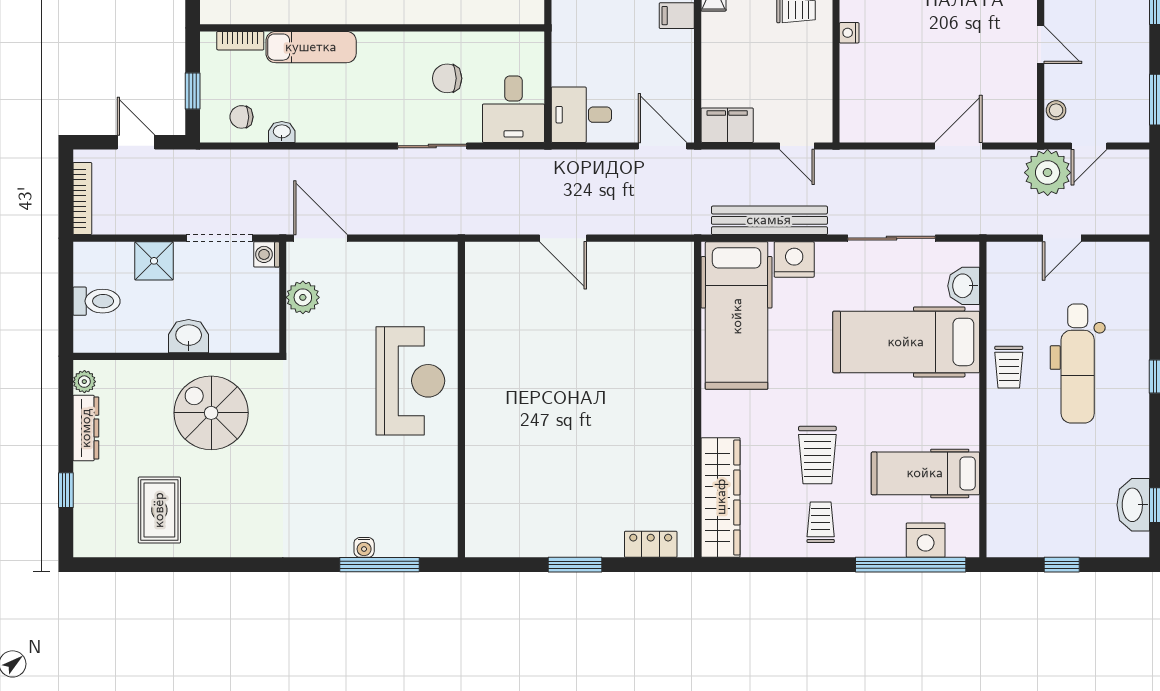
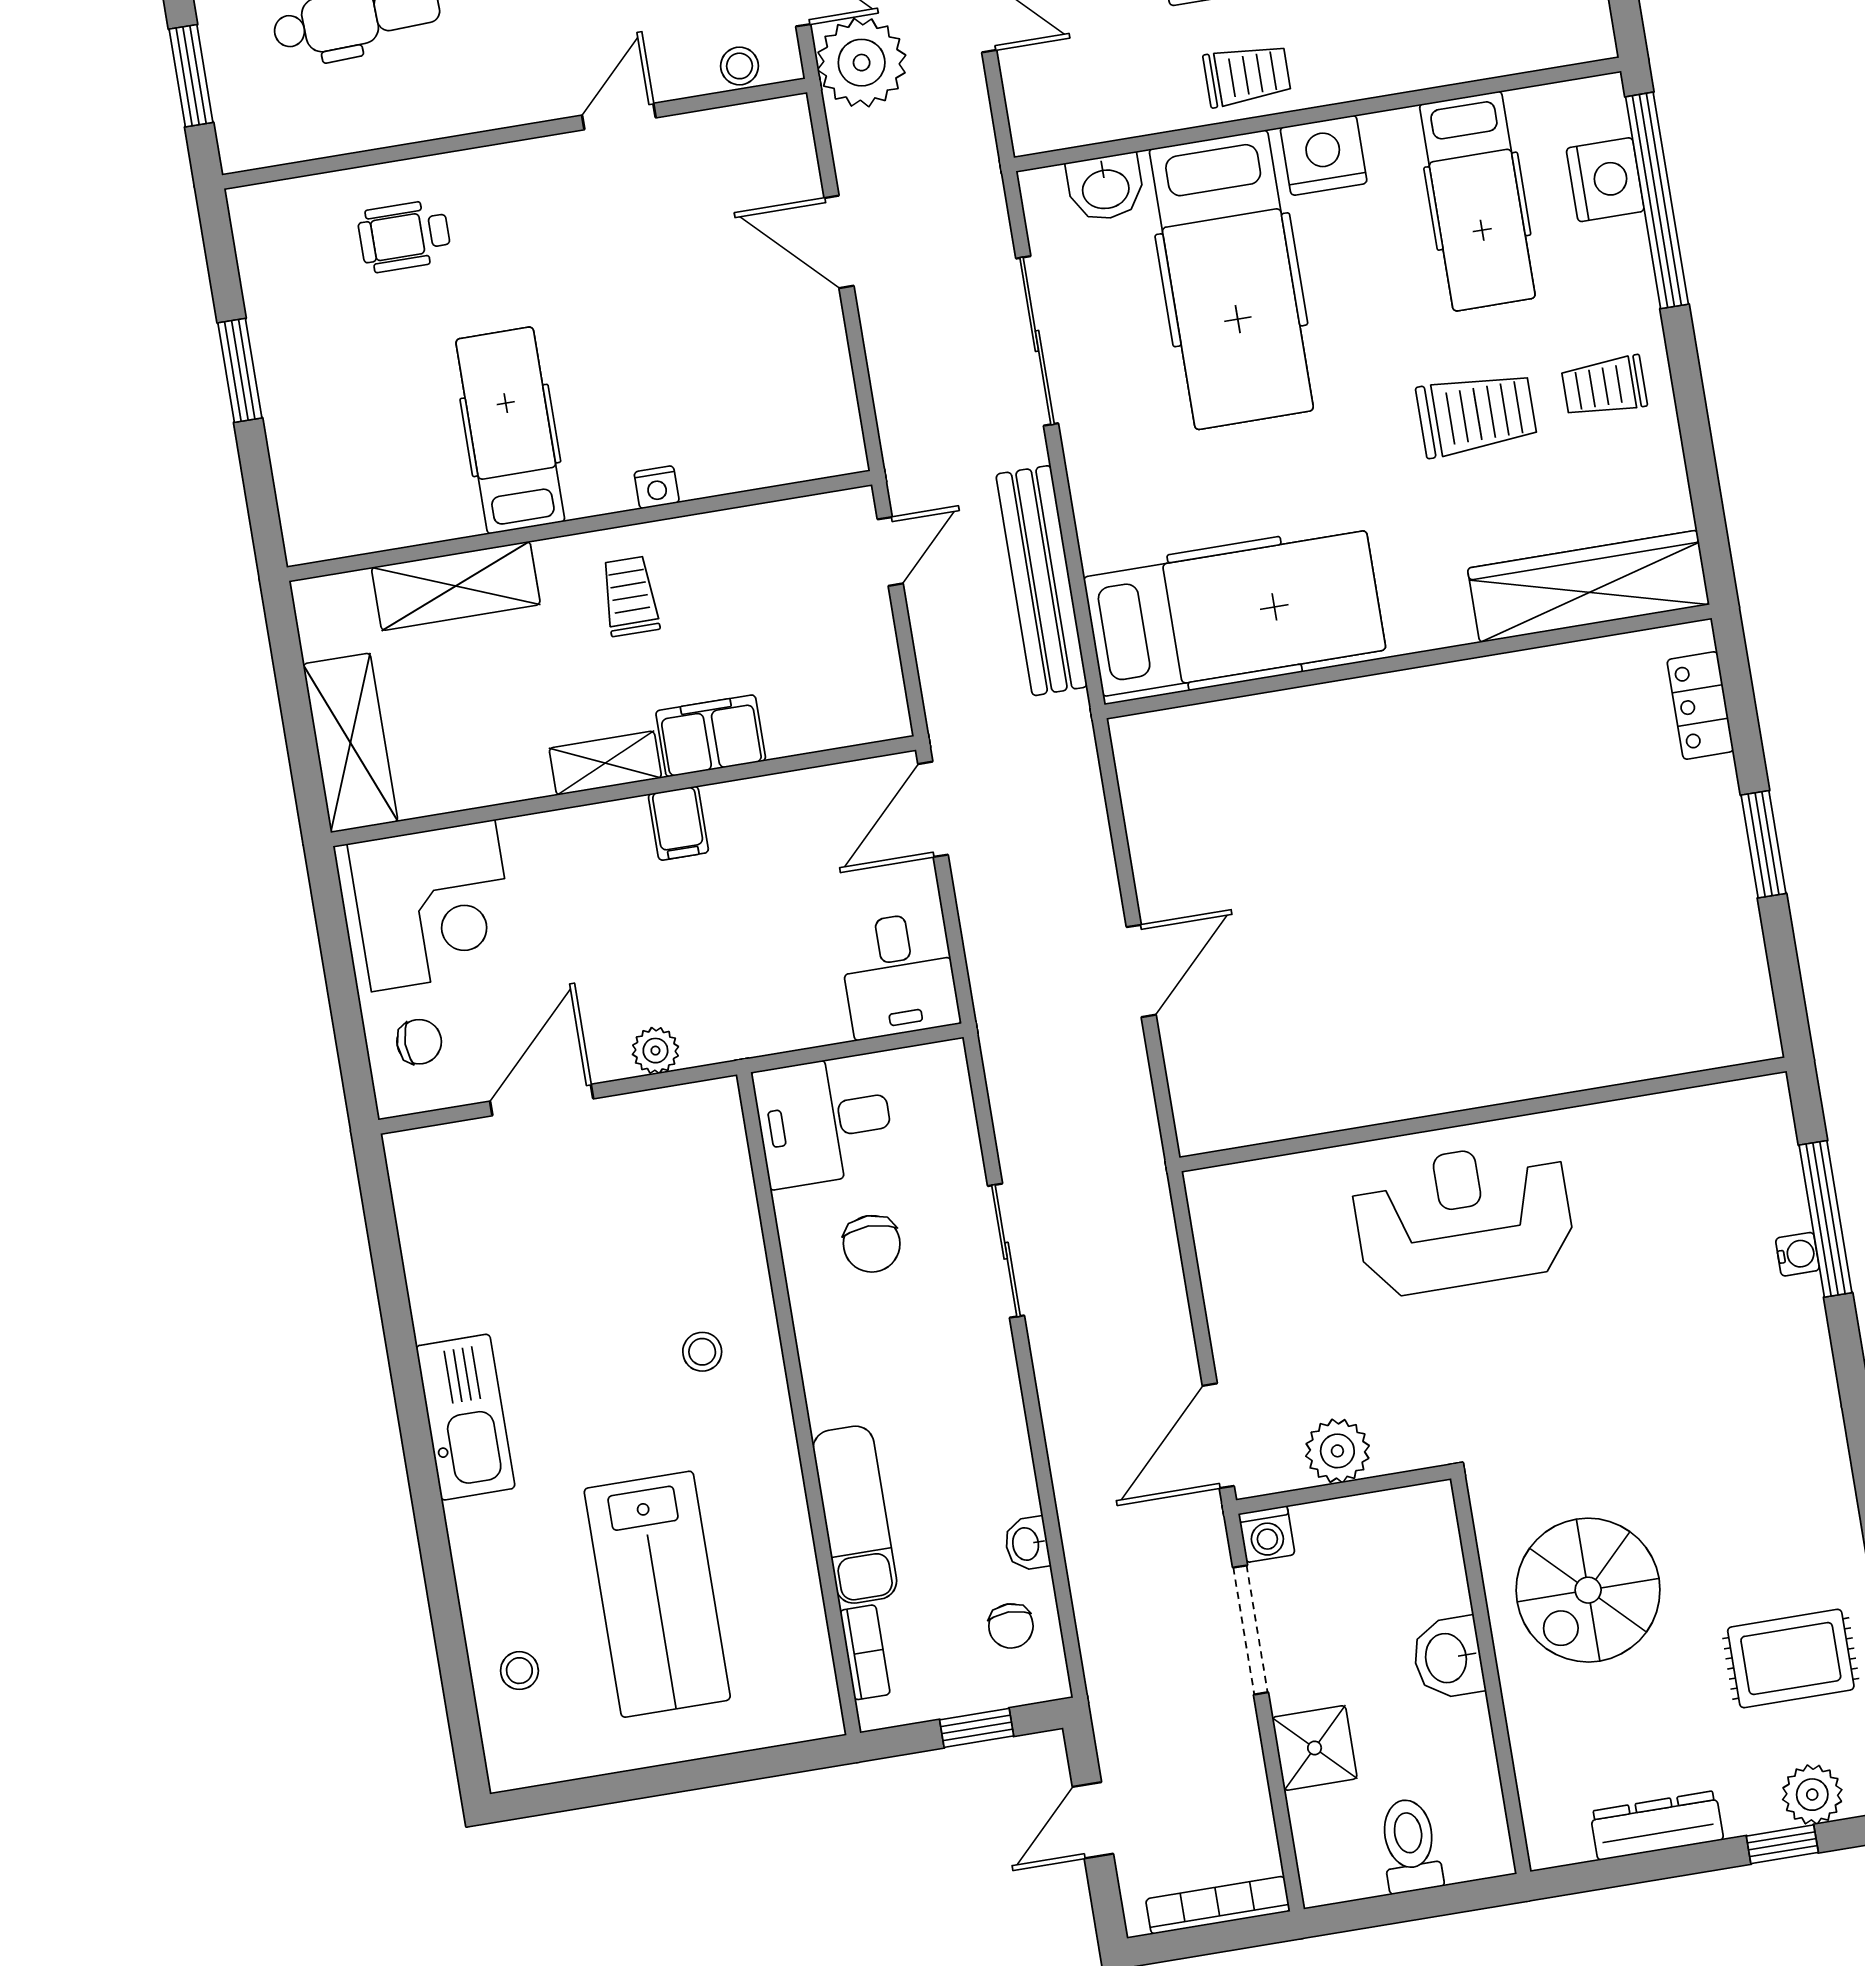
desk: (514, 109) -> (824, 1121), moved, turned 180
filing cabinet: (727, 125) -> (711, 736), moved, turned 90
nightstand: (794, 260) -> (1324, 155), moved, turned 90
plant: (84, 382) -> (1812, 1795), moved, width x1.38, depth x1.38

